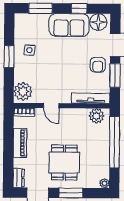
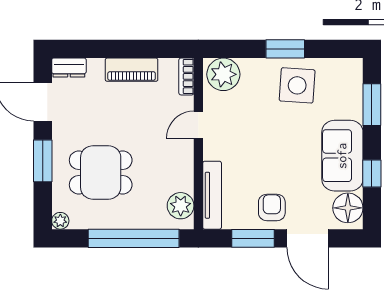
side table: (29, 50) -> (297, 85), width x1.87, depth x1.87
armchair: (98, 65) -> (272, 207), turned 90
dining table: (64, 162) -> (101, 172), moved

